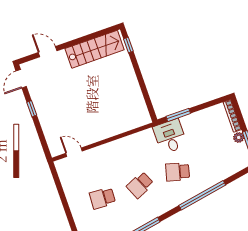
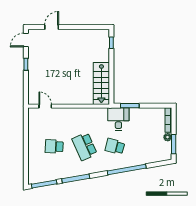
stairs: (95, 49) -> (101, 83), moved, turned 90
door: (48, 52) -> (52, 27), hinge flipped
school desk: (140, 185) -> (85, 146), width x1.85

